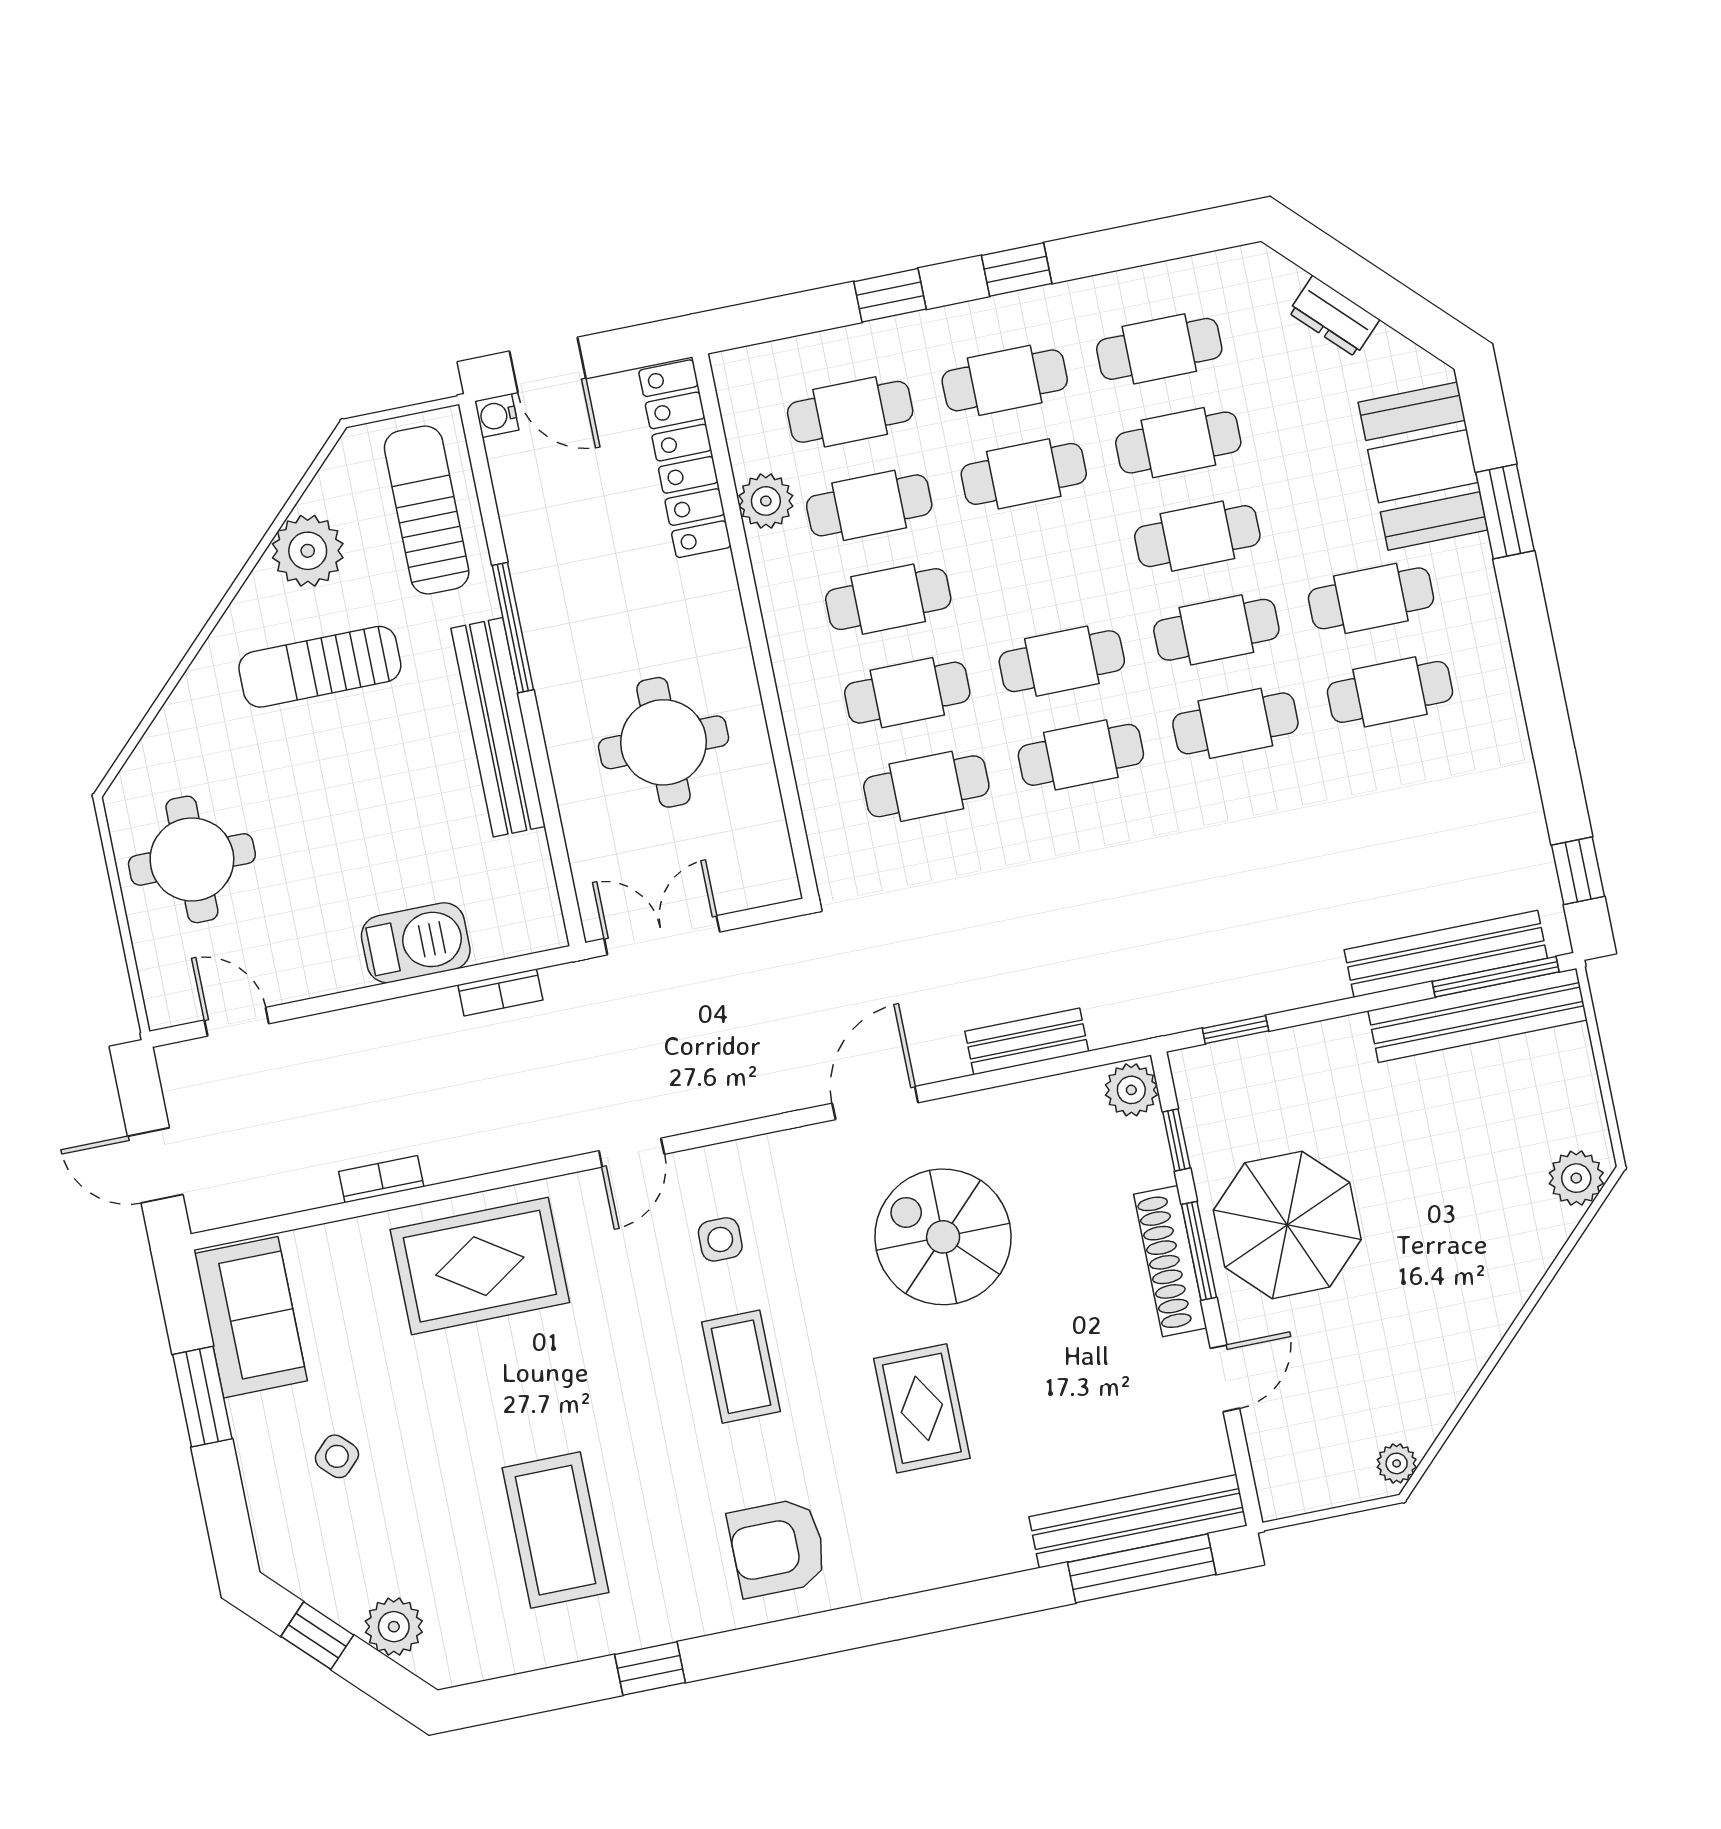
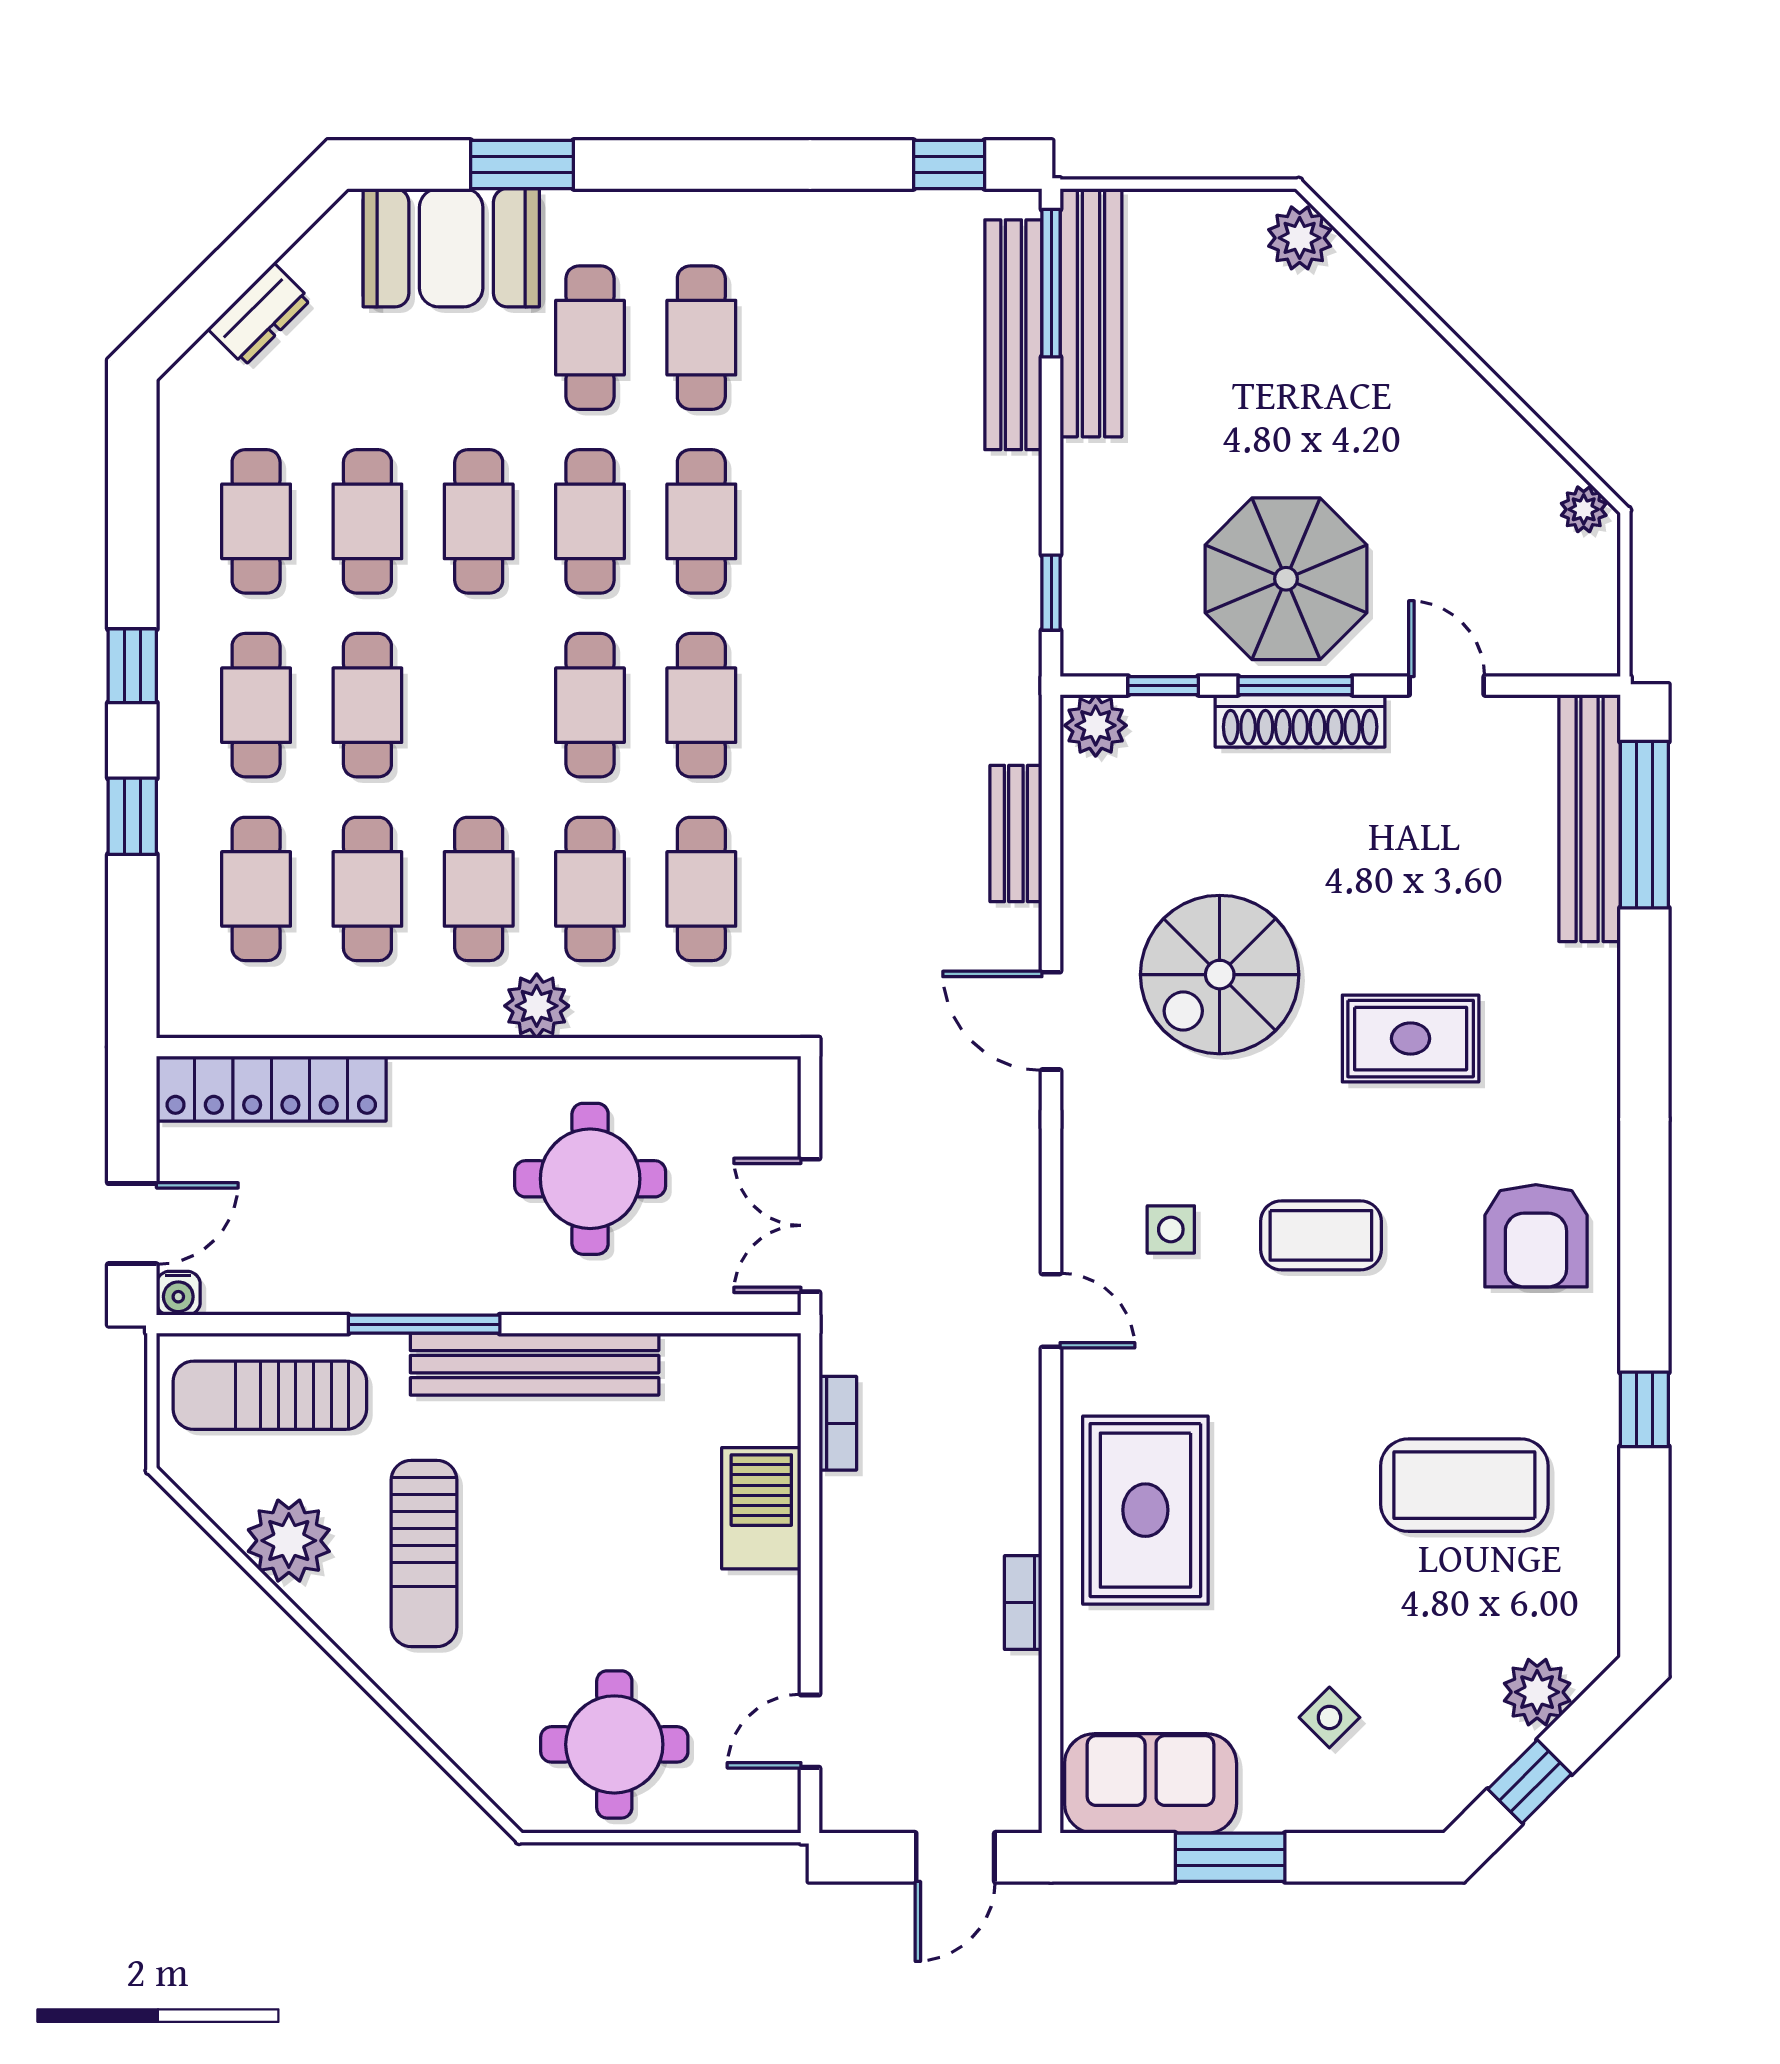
plant: (766, 501) -> (537, 1006), moved

